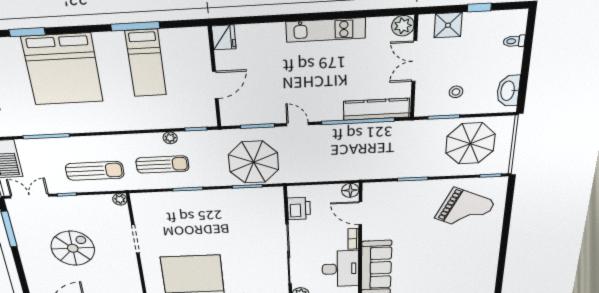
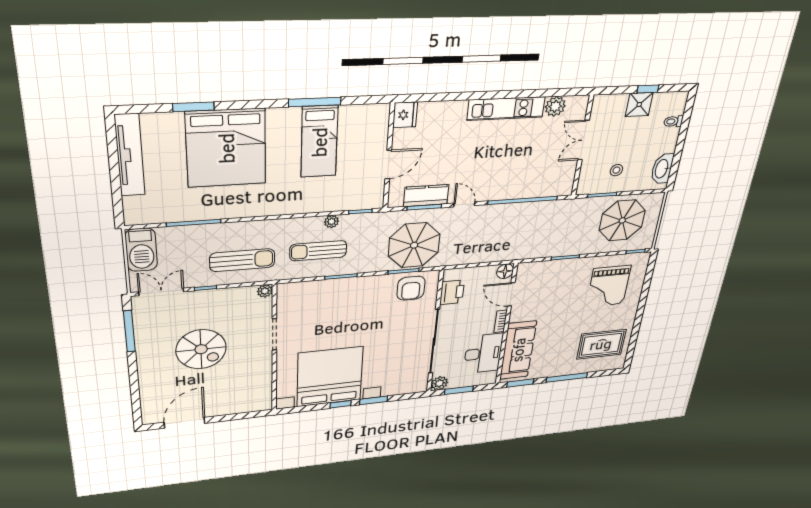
shower: (448, 25) -> (639, 105), moved
plant: (403, 26) -> (555, 106), moved
kitchen counter: (376, 109) -> (426, 196), moved, width x0.67
sun lounger: (162, 165) -> (318, 251), turned 180
armchair: (257, 203) -> (411, 288), added
grand piano: (465, 210) -> (608, 286), turned 65
spiral stairs: (73, 248) -> (201, 349), turned 90
rug: (466, 267) -> (601, 344), added

